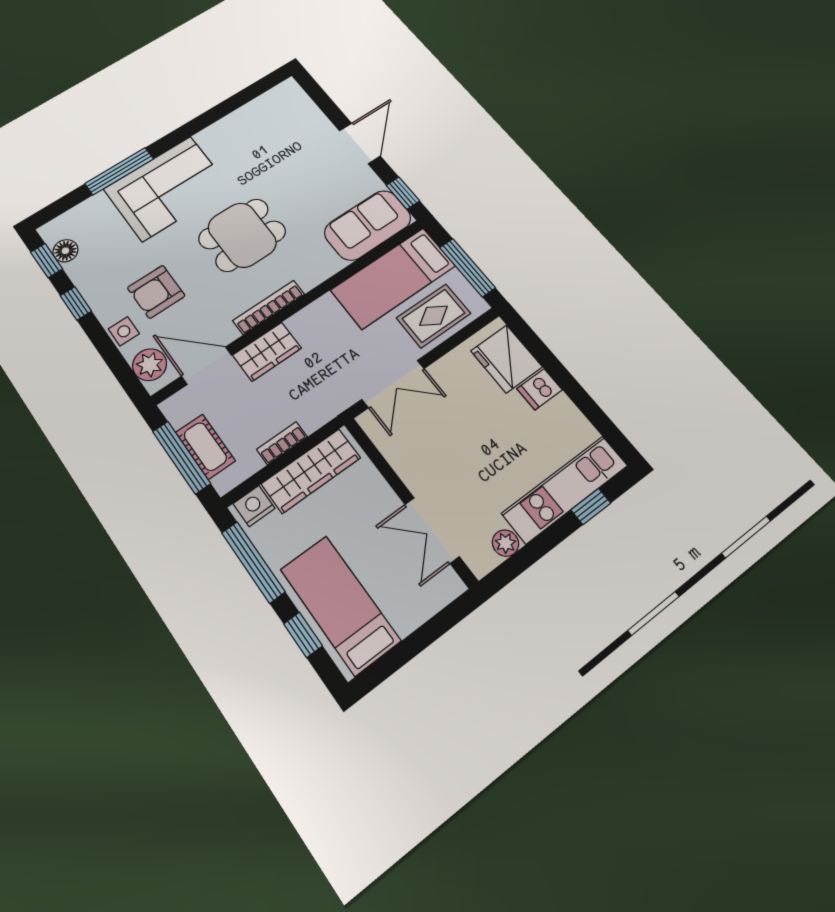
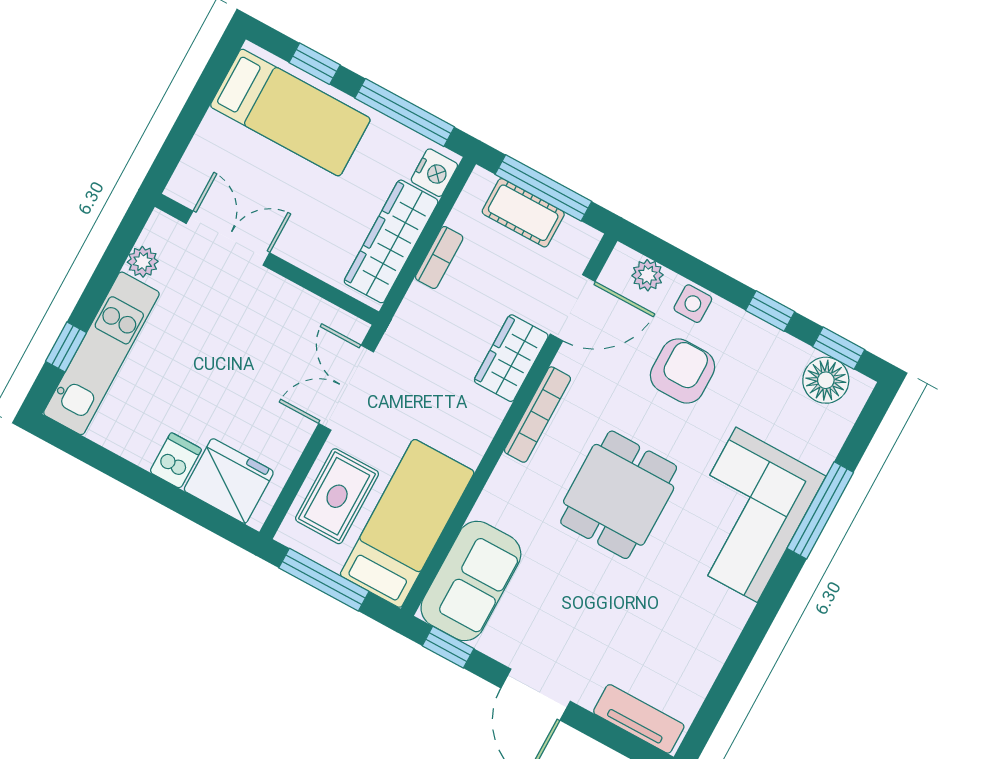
tv unit: (302, 104) -> (639, 719), added
floor lamp: (65, 251) -> (826, 380), width x1.38, depth x1.38
plant: (150, 365) -> (648, 275), width x0.73, depth x0.73

